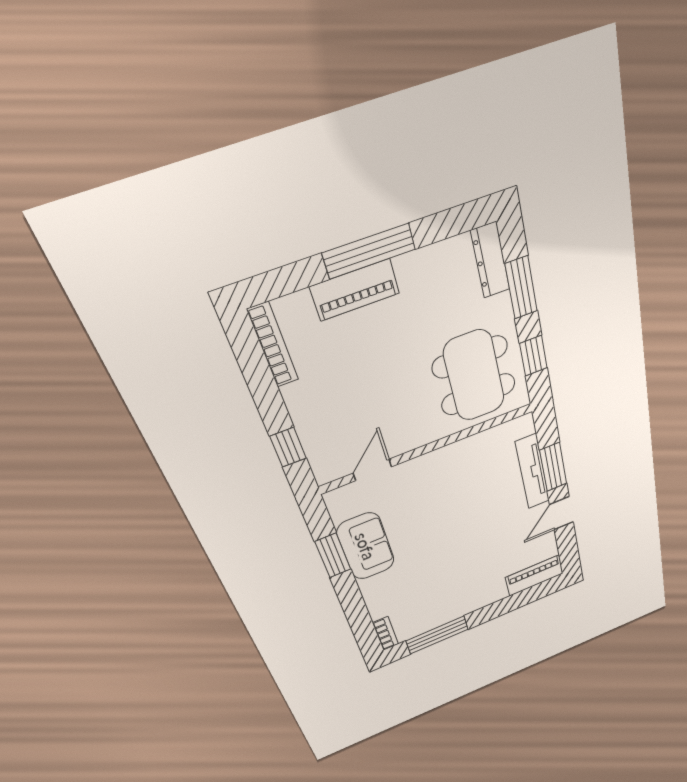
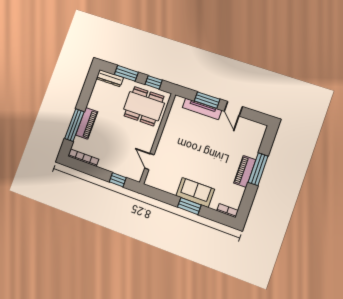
window: (369, 251) -> (74, 125), moved
sofa: (366, 546) -> (195, 192), moved
window: (333, 555) -> (189, 206), moved
piano: (534, 576) -> (245, 171), moved
window: (437, 635) -> (258, 169), moved

